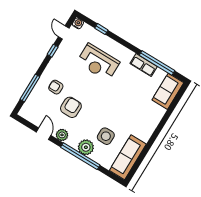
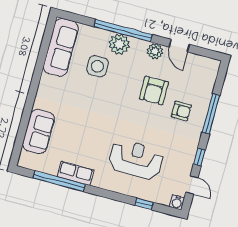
window: (30, 88) -> (211, 114), moved
sofa: (168, 91) -> (39, 132), moved

